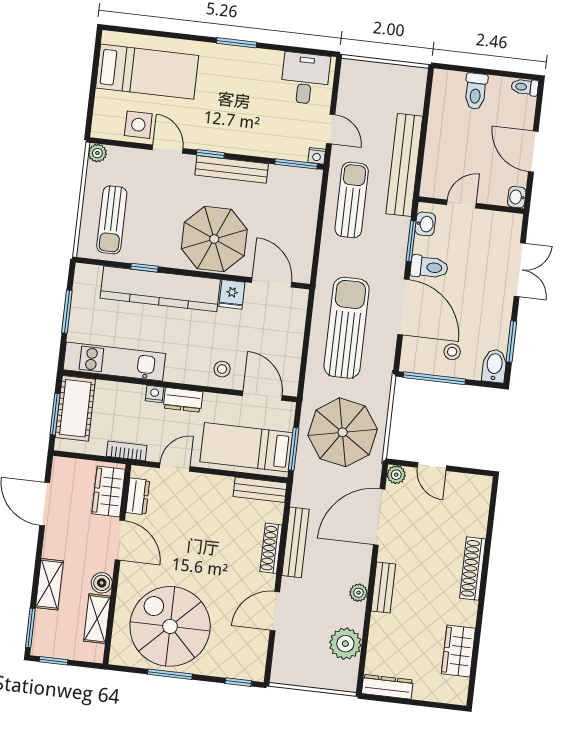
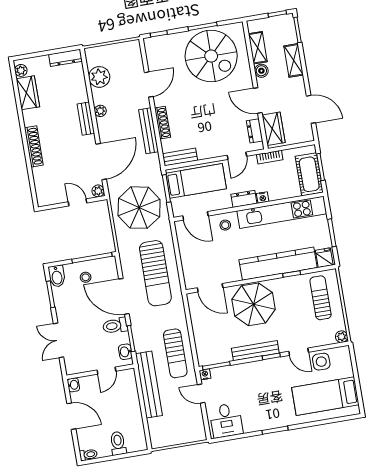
fridge: (232, 294) -> (324, 258), moved
kitchen unit: (114, 362) -> (282, 212), width x1.36
plant: (459, 687) -> (21, 70), added

